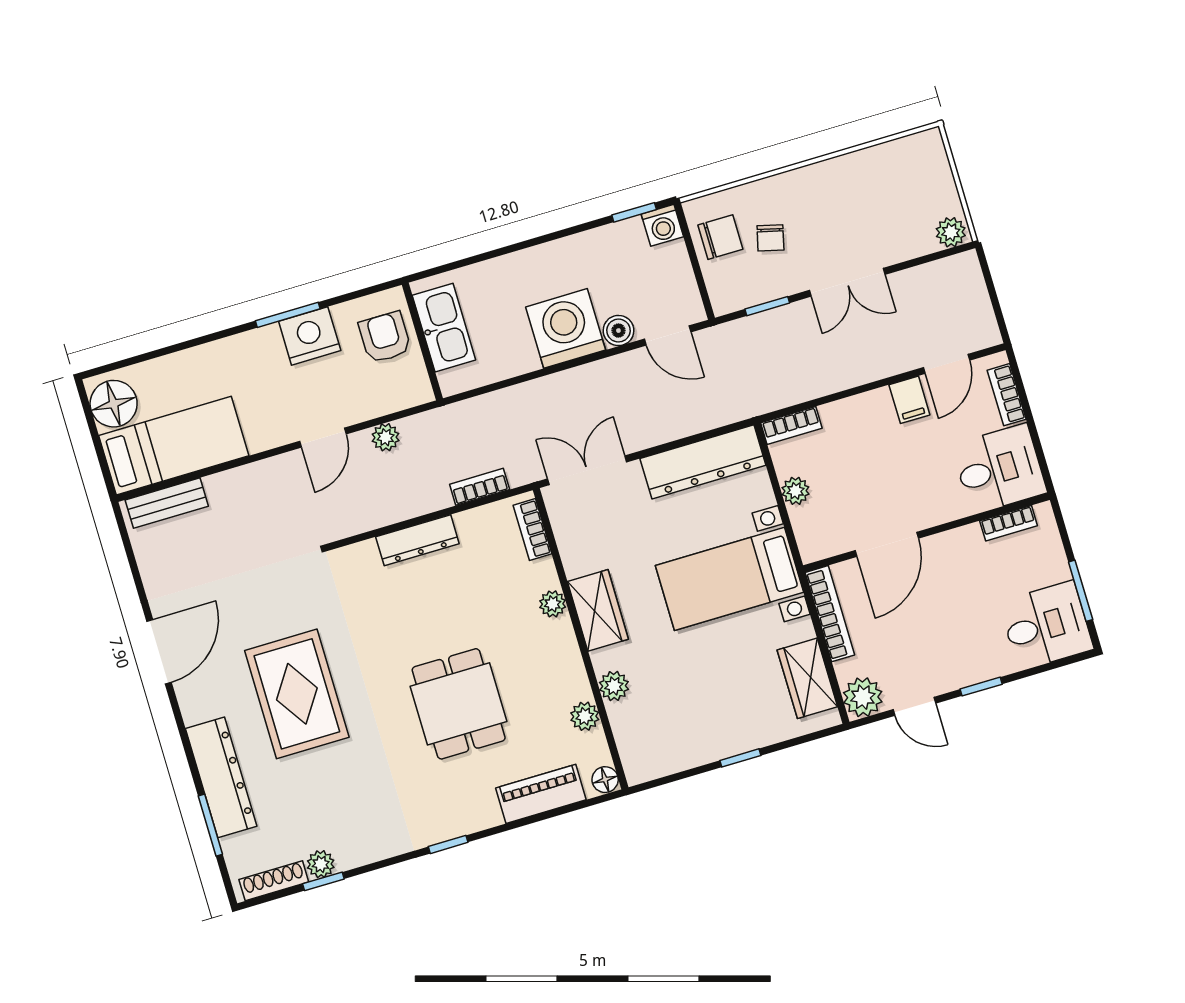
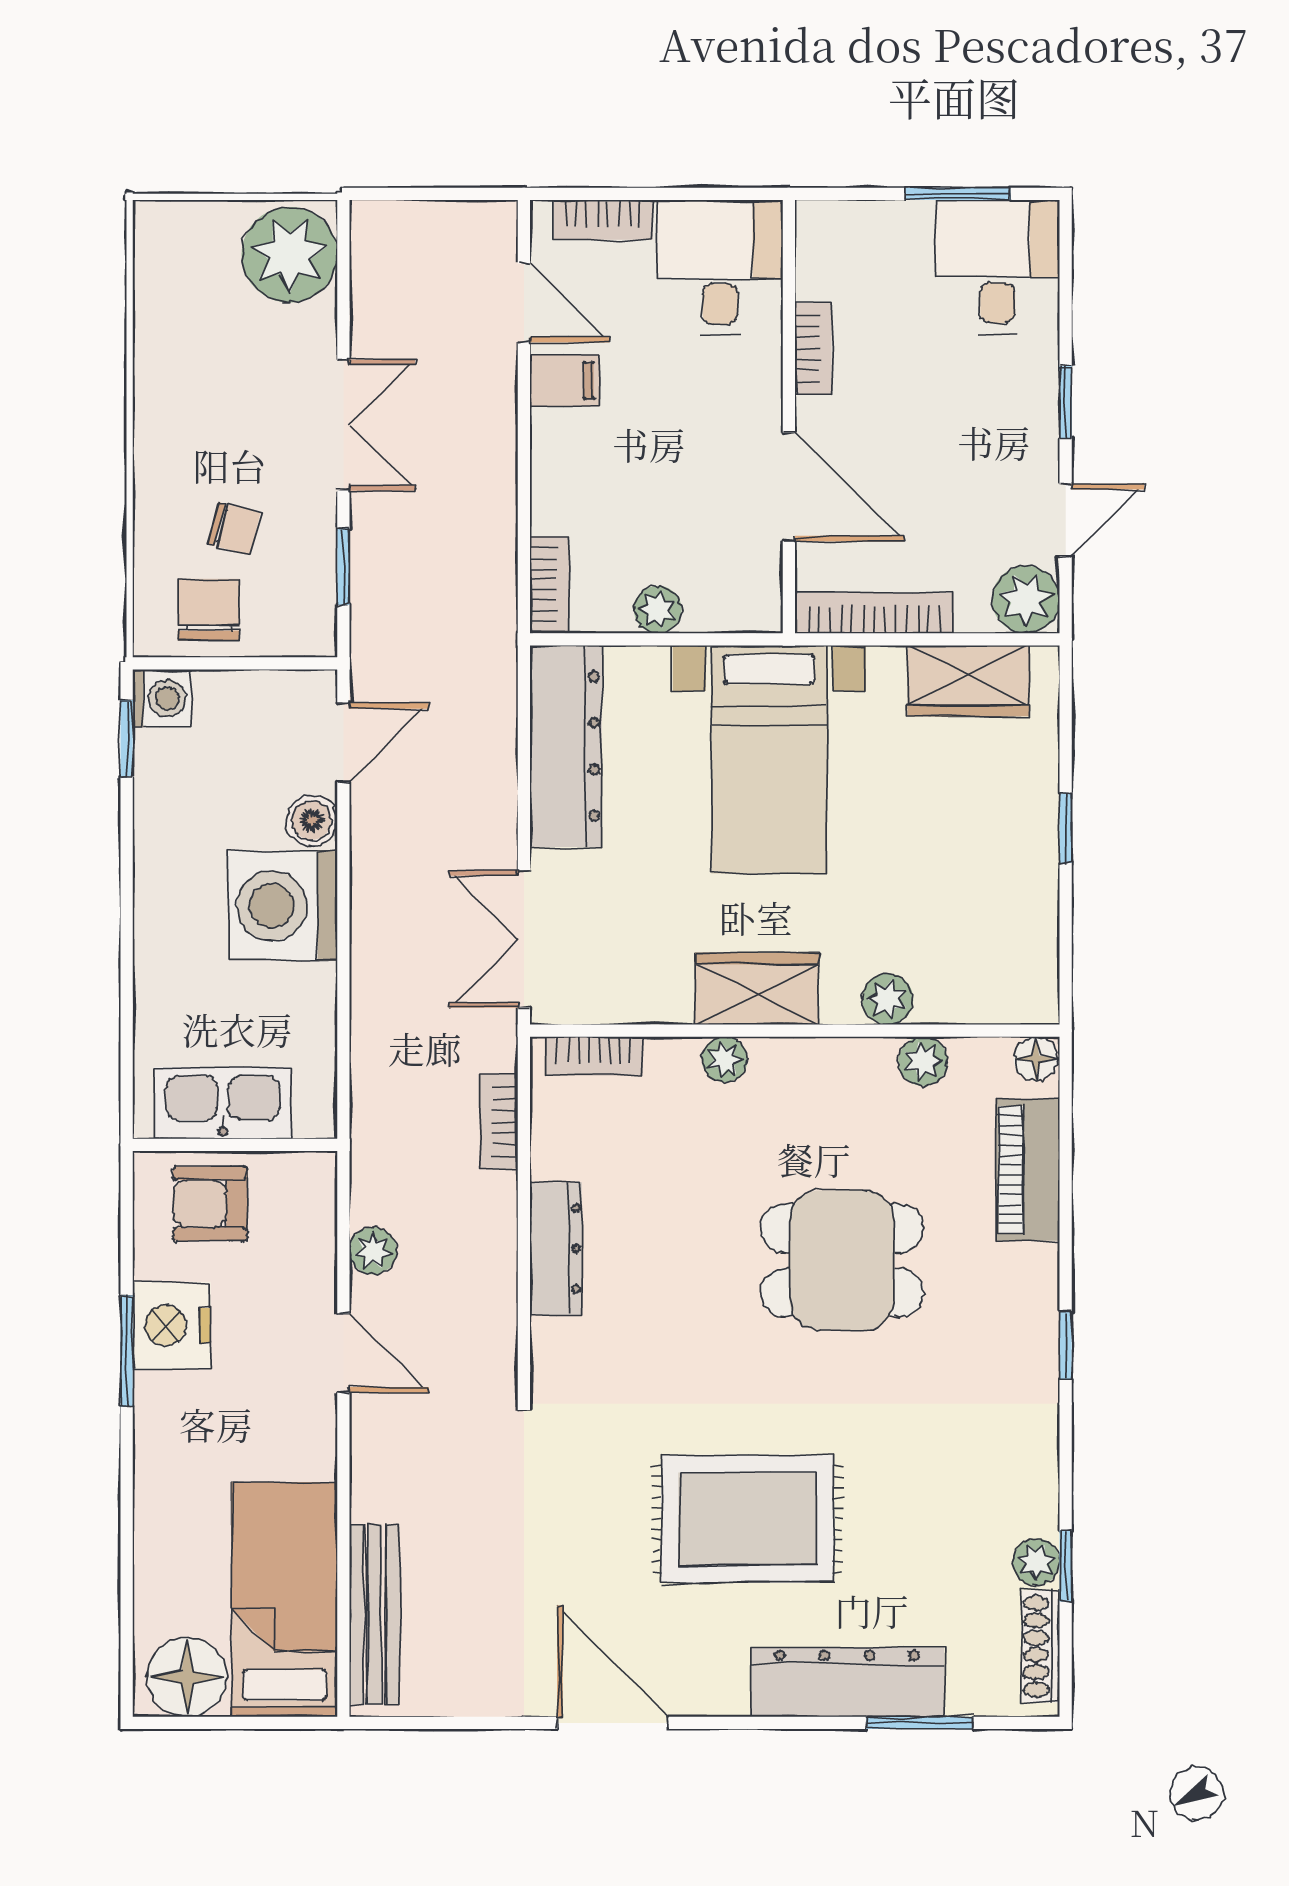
plant: (951, 232) -> (289, 255), width x1.88, depth x1.88
bench: (167, 503) -> (375, 1614), width x1.36
bookcase: (1009, 523) -> (813, 348), moved

